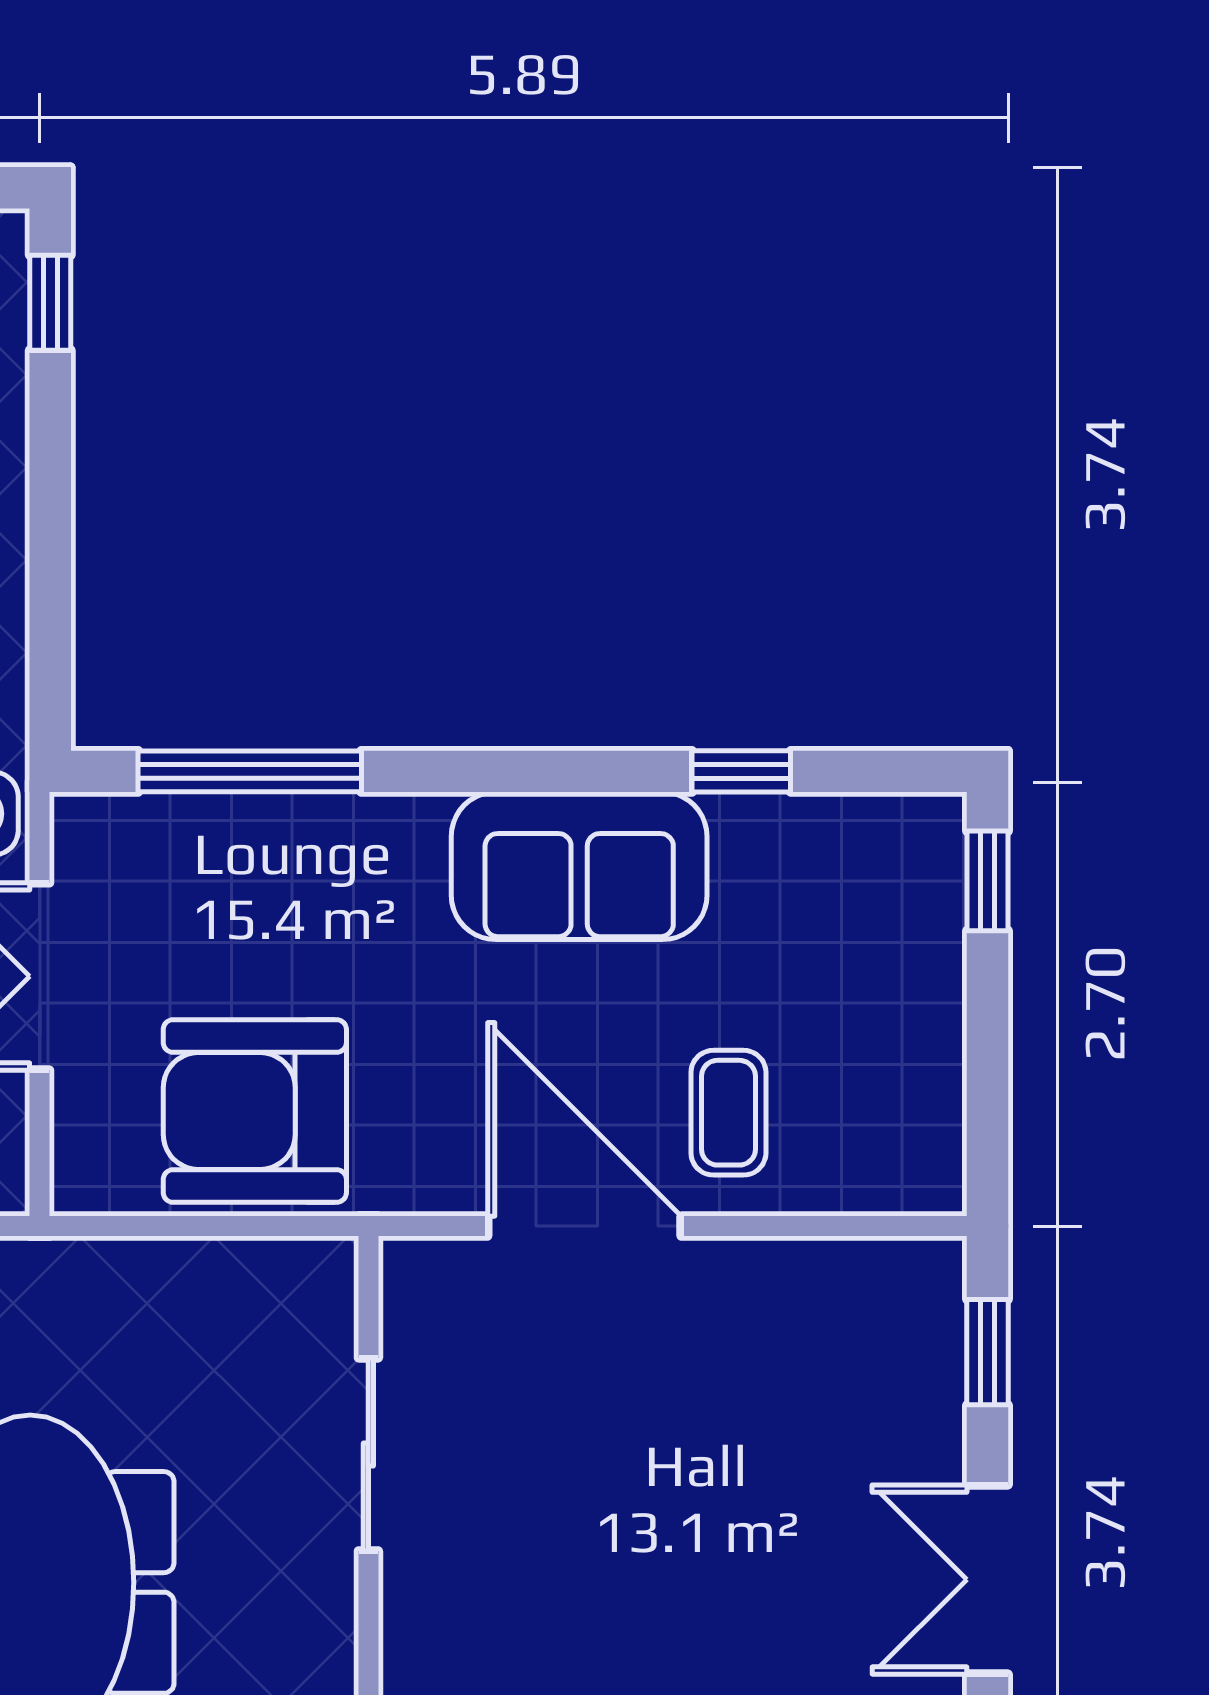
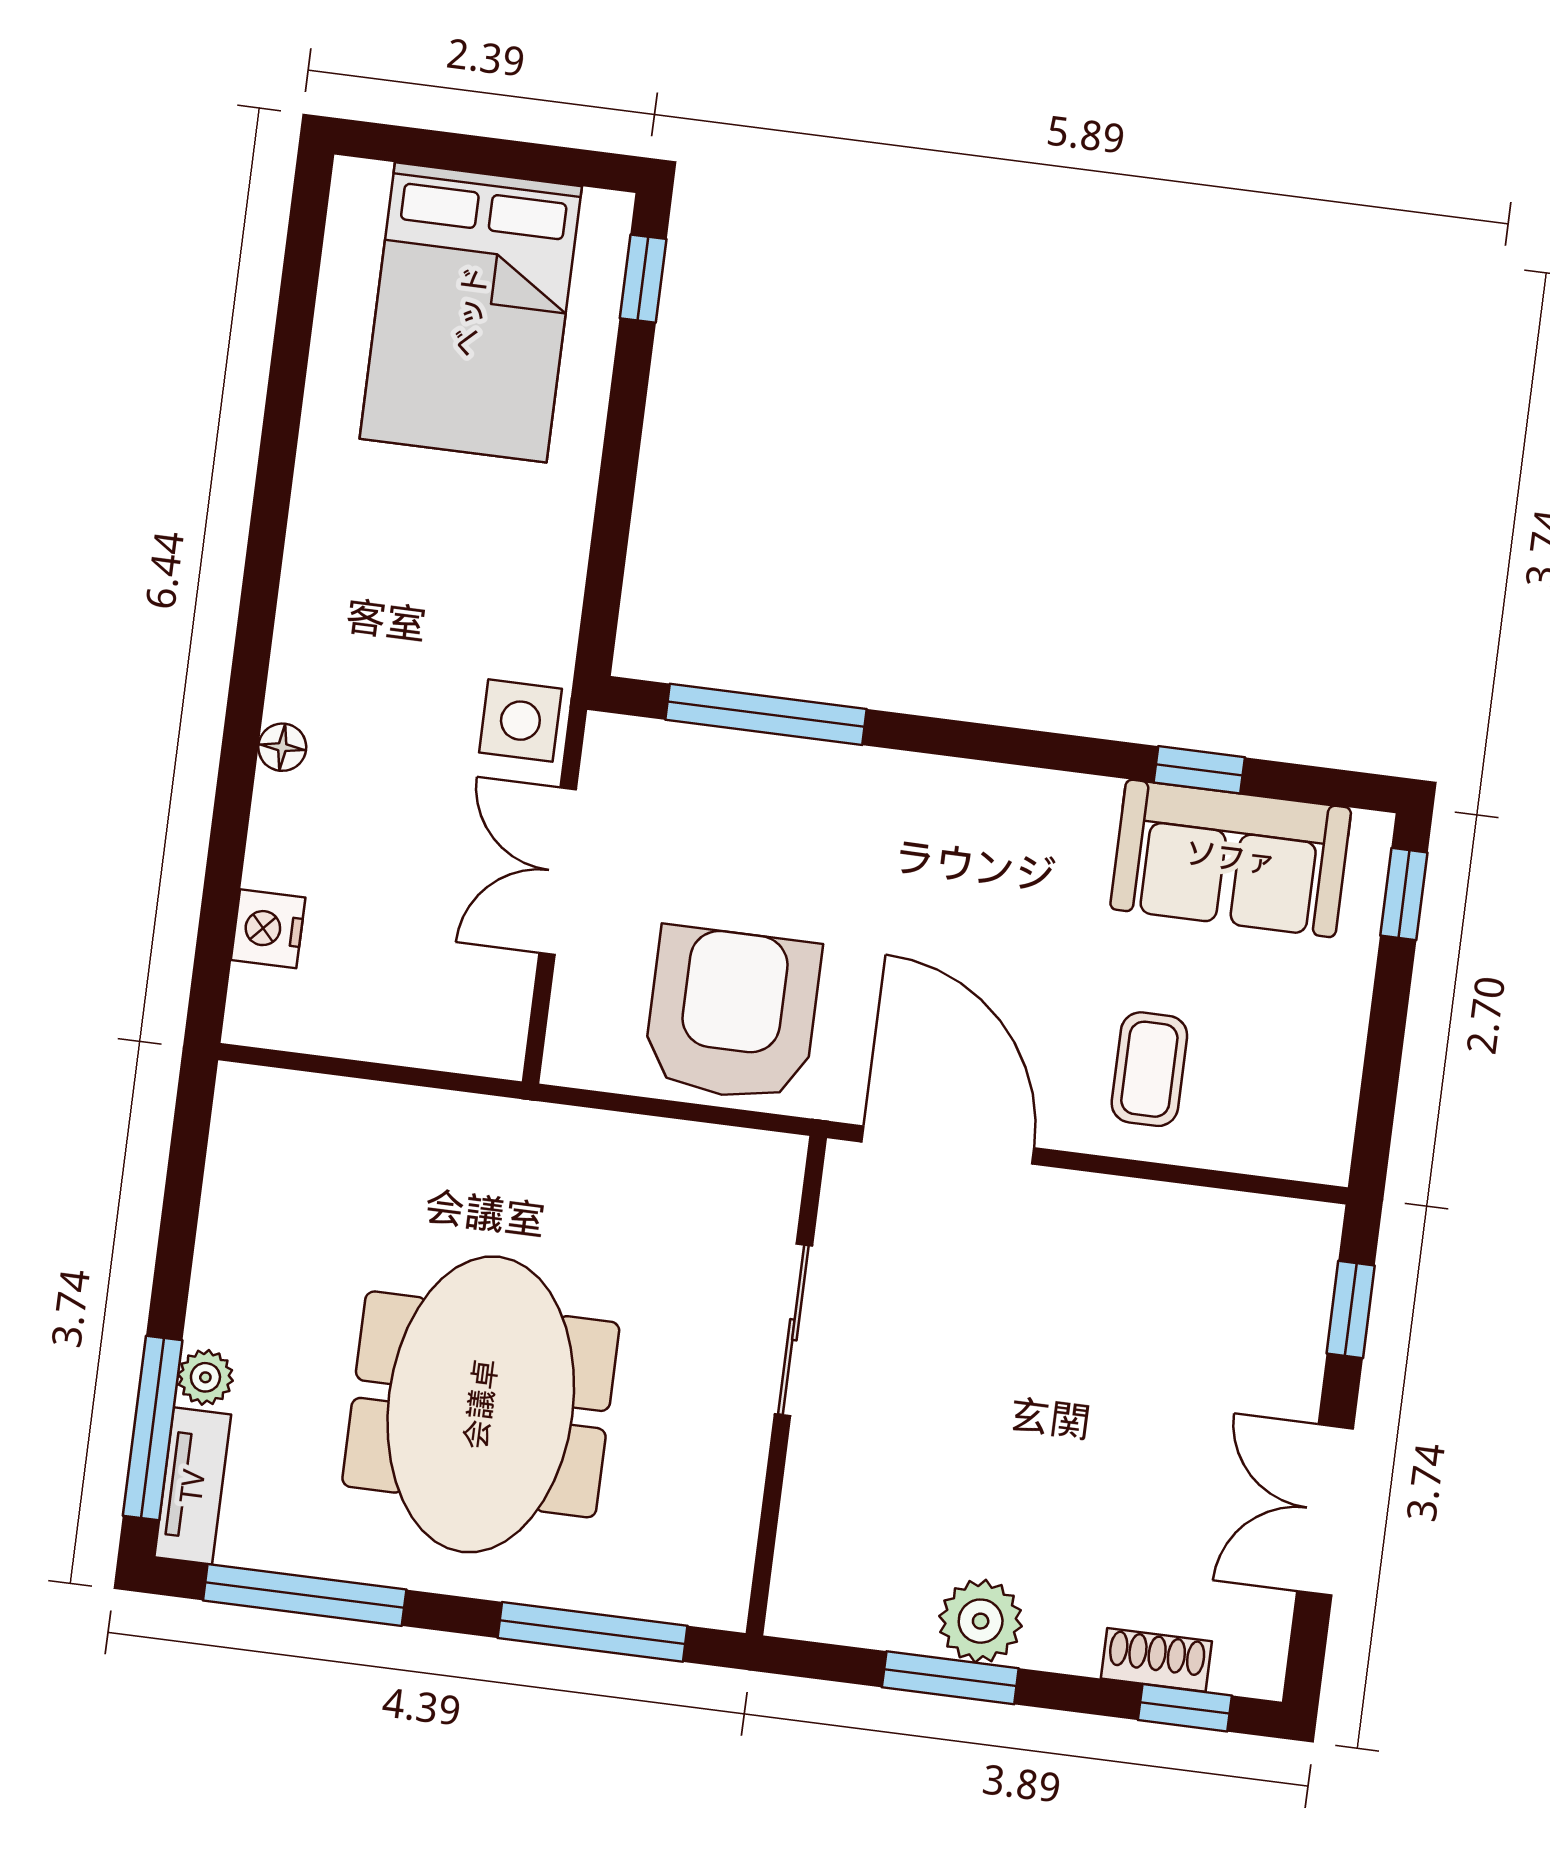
sofa: (579, 866) -> (1231, 858), moved
armchair: (255, 1111) -> (732, 1014), turned 90
door: (584, 1226) -> (948, 1145), moved

